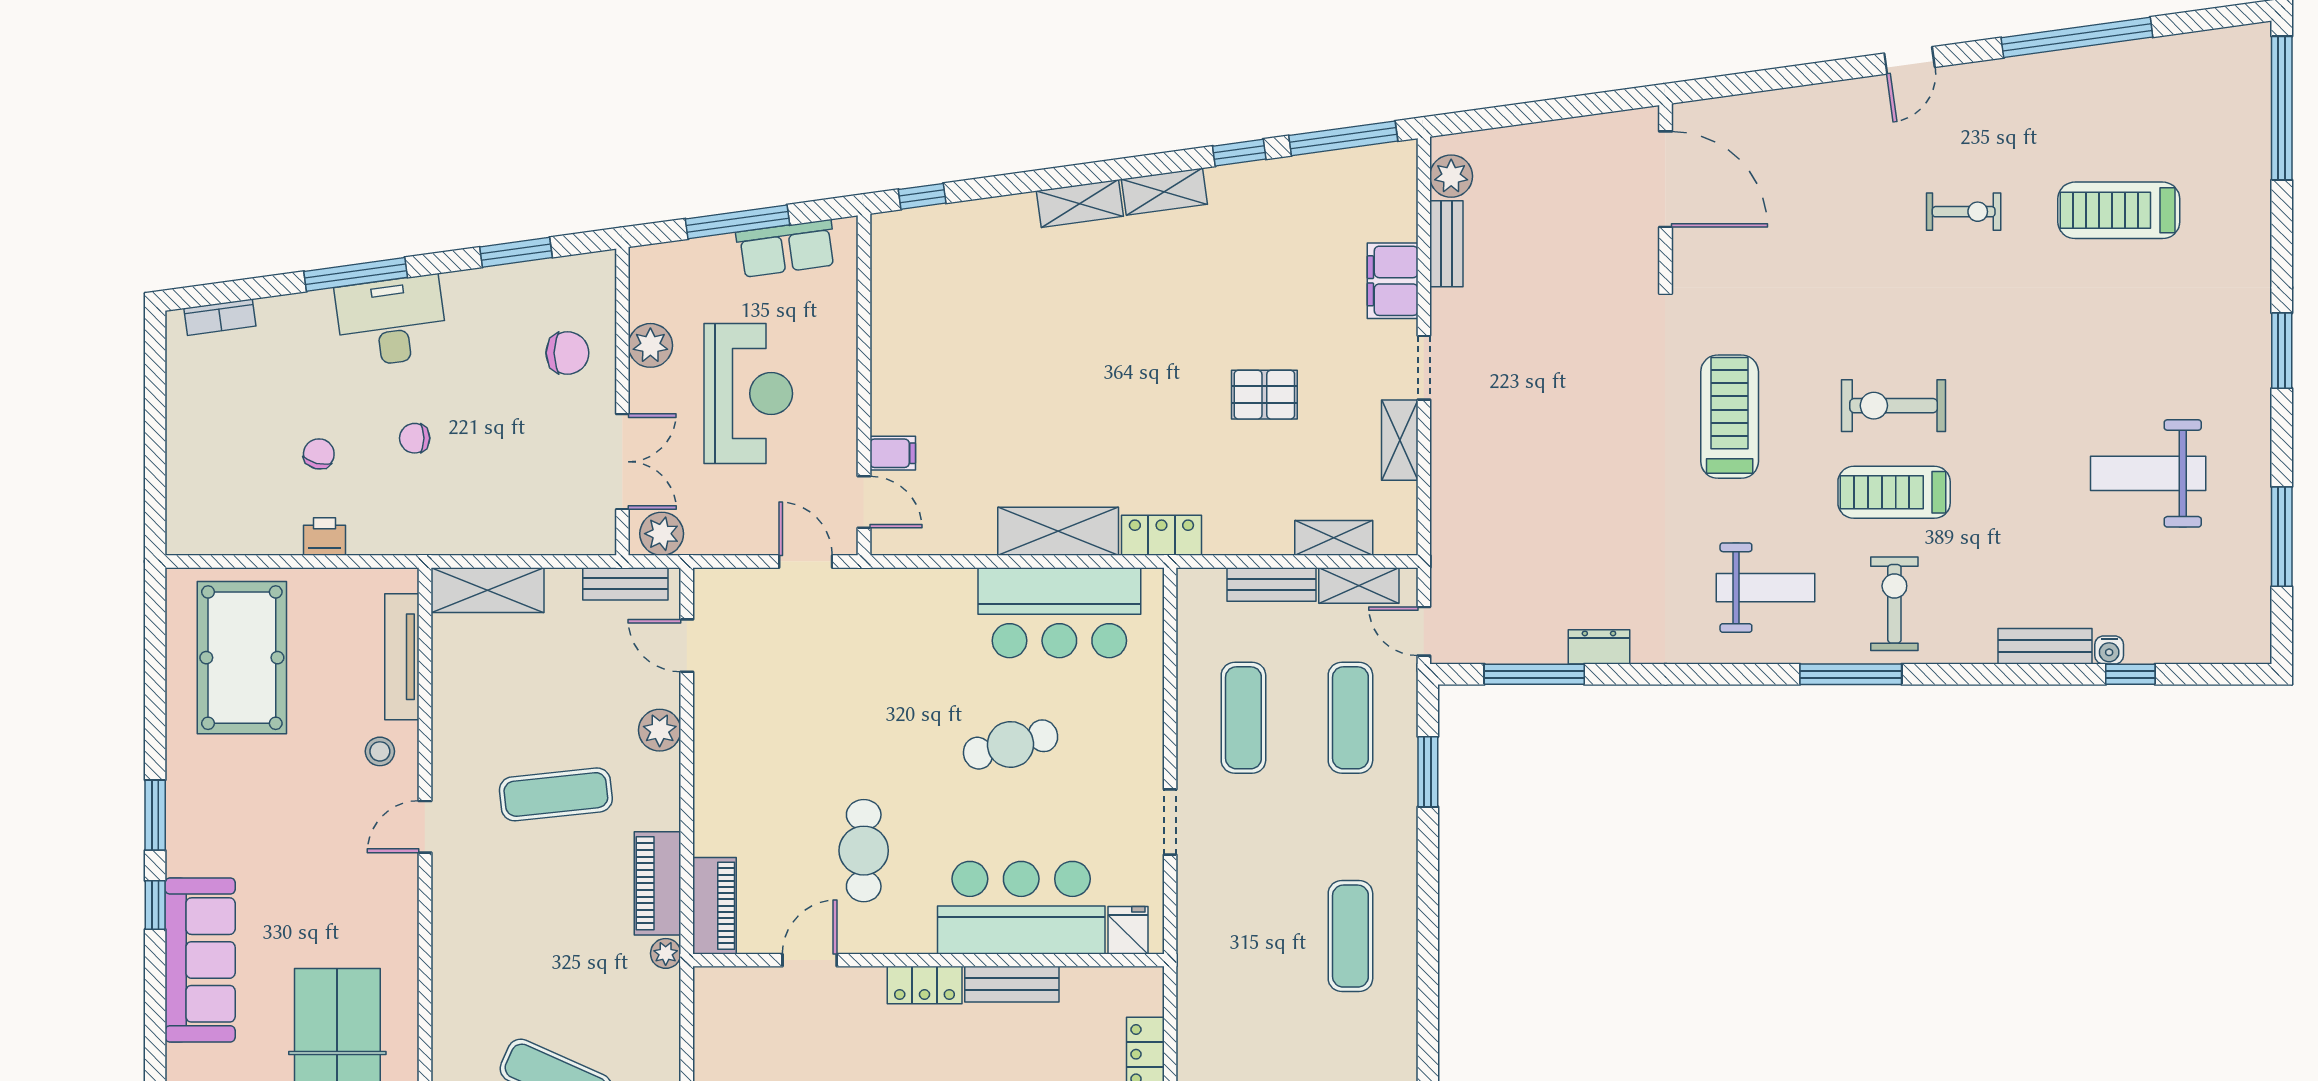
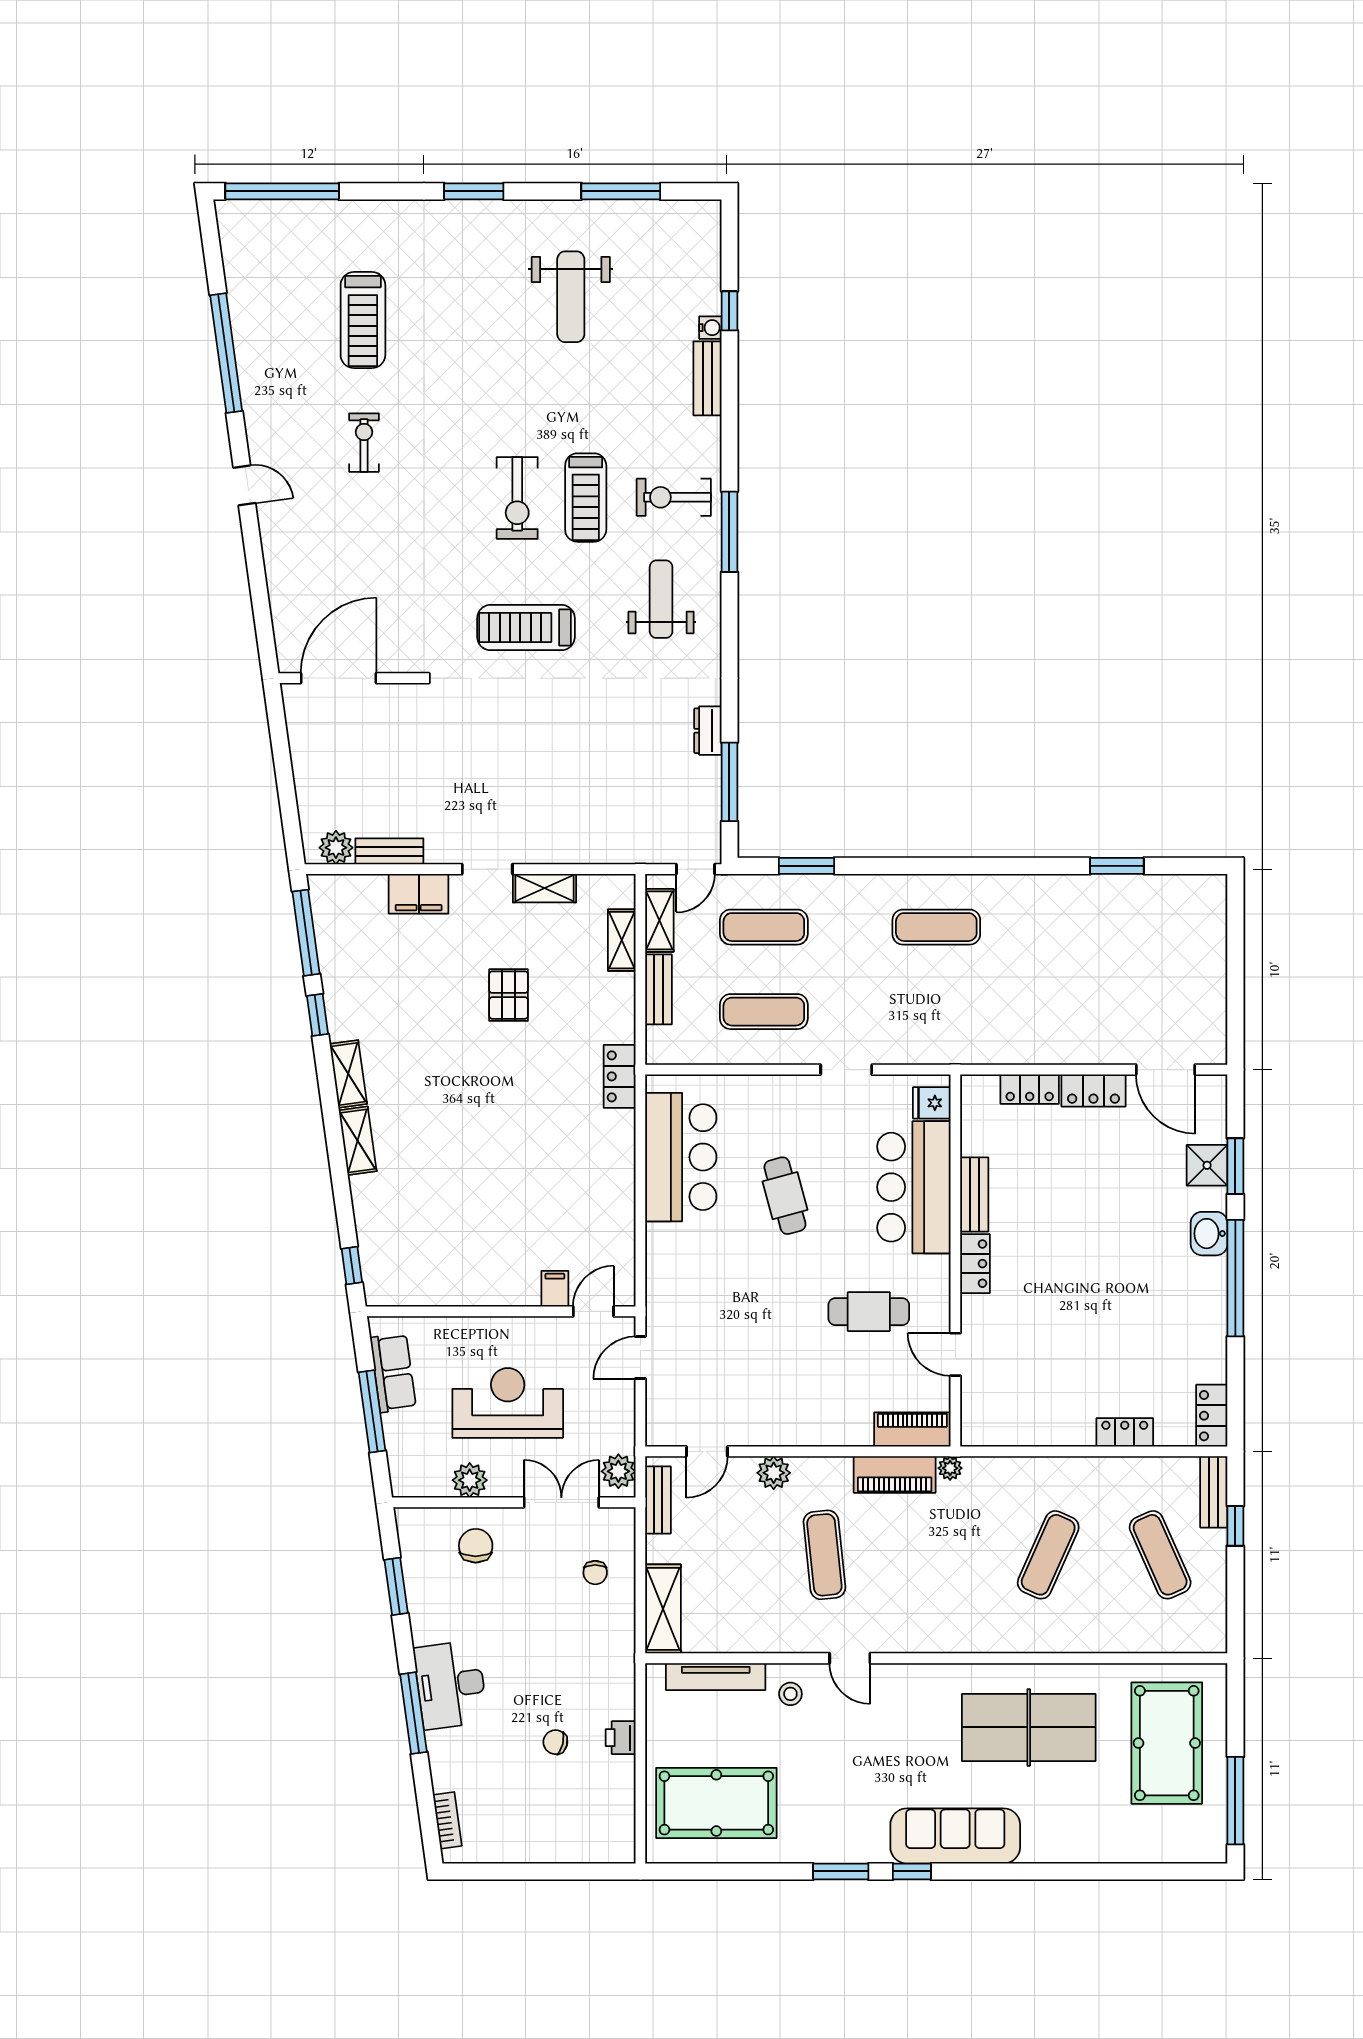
chair: (415, 438) -> (595, 1573), moved
shelving: (1058, 531) -> (617, 1158), removed

